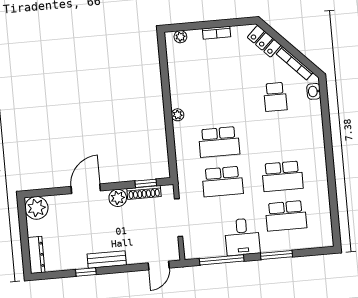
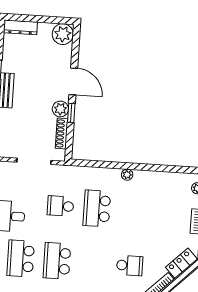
school desk: (275, 97) -> (130, 266), turned 180
school desk: (223, 182) -> (61, 206), width x0.54
window: (146, 183) -> (71, 113), moved

